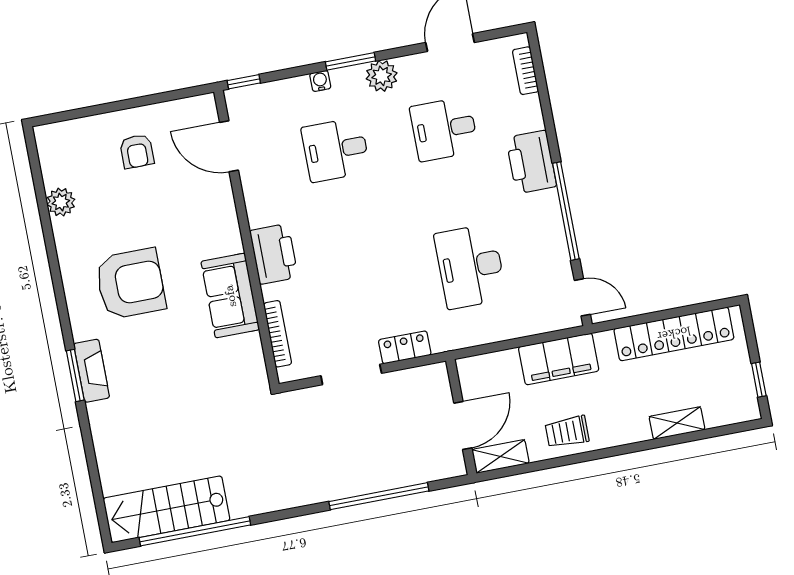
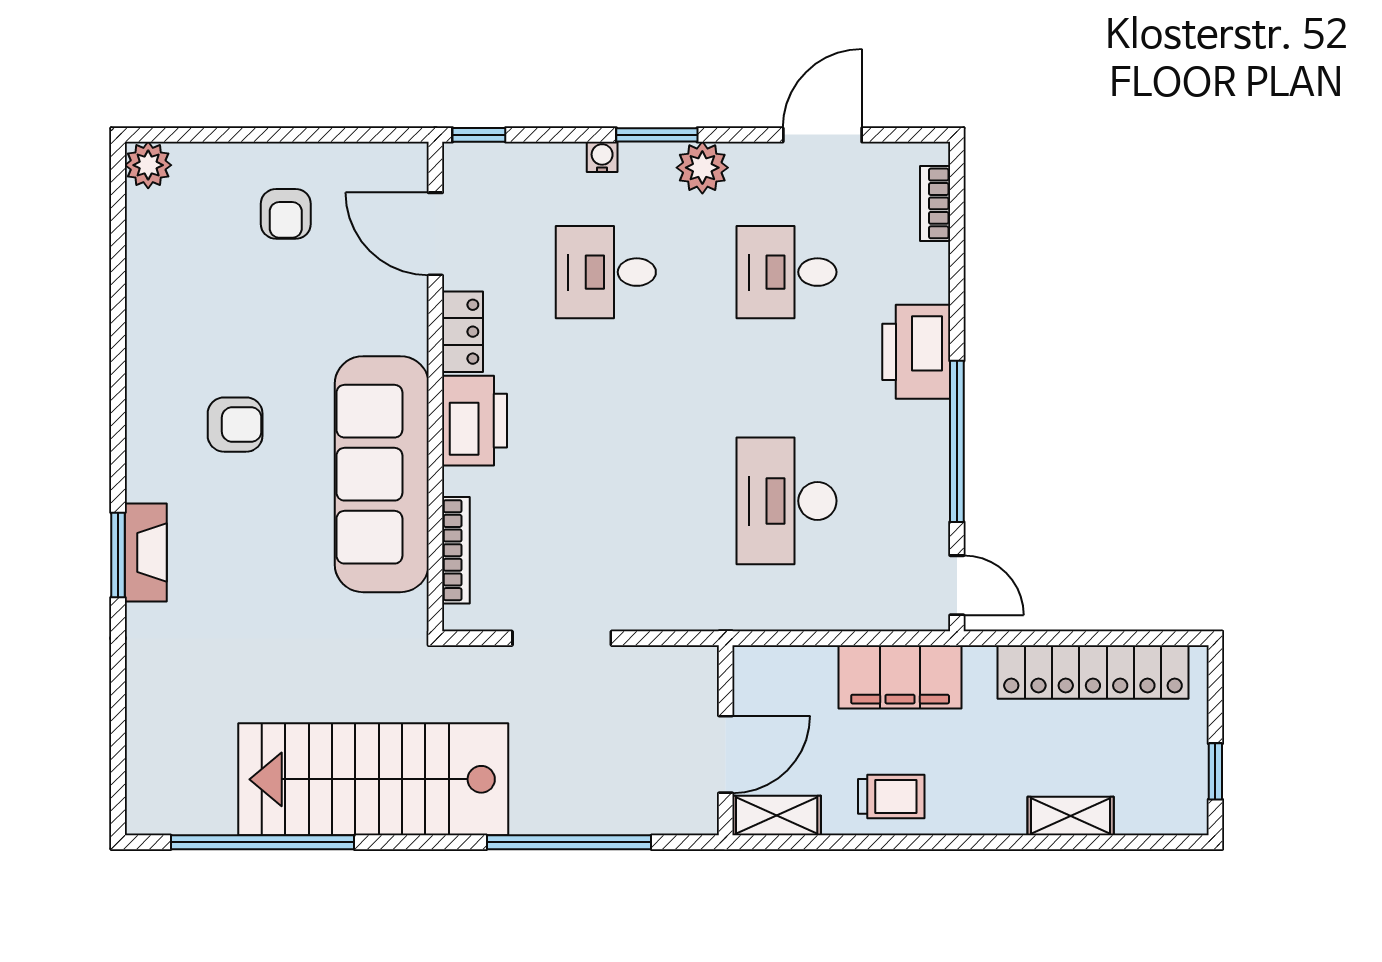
plant: (61, 202) -> (148, 165), moved
armchair: (131, 284) -> (235, 425), width x0.53, depth x0.53
sofa: (230, 296) -> (382, 474), width x1.85, depth x1.27
locker: (405, 347) -> (463, 332), moved, turned 90
trolley: (567, 432) -> (891, 796), turned 180
stairs: (166, 509) -> (373, 779), moved, width x1.36, depth x1.51

